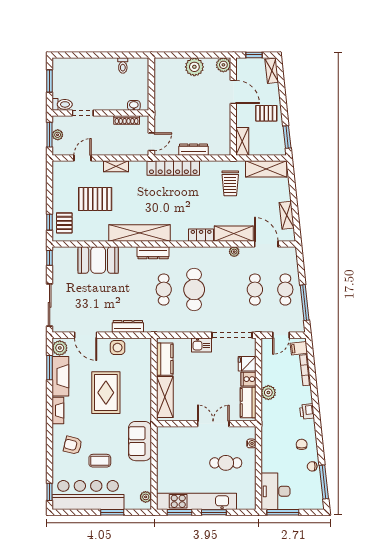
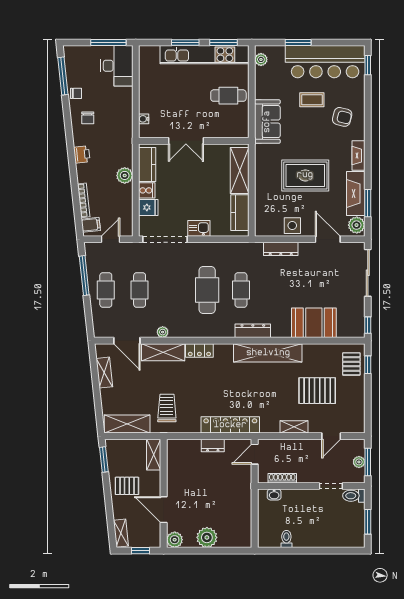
dresser: (194, 150) -> (213, 445), width x0.70
rug: (106, 393) -> (305, 175), turned 90
cafe table: (226, 463) -> (228, 96), moved

